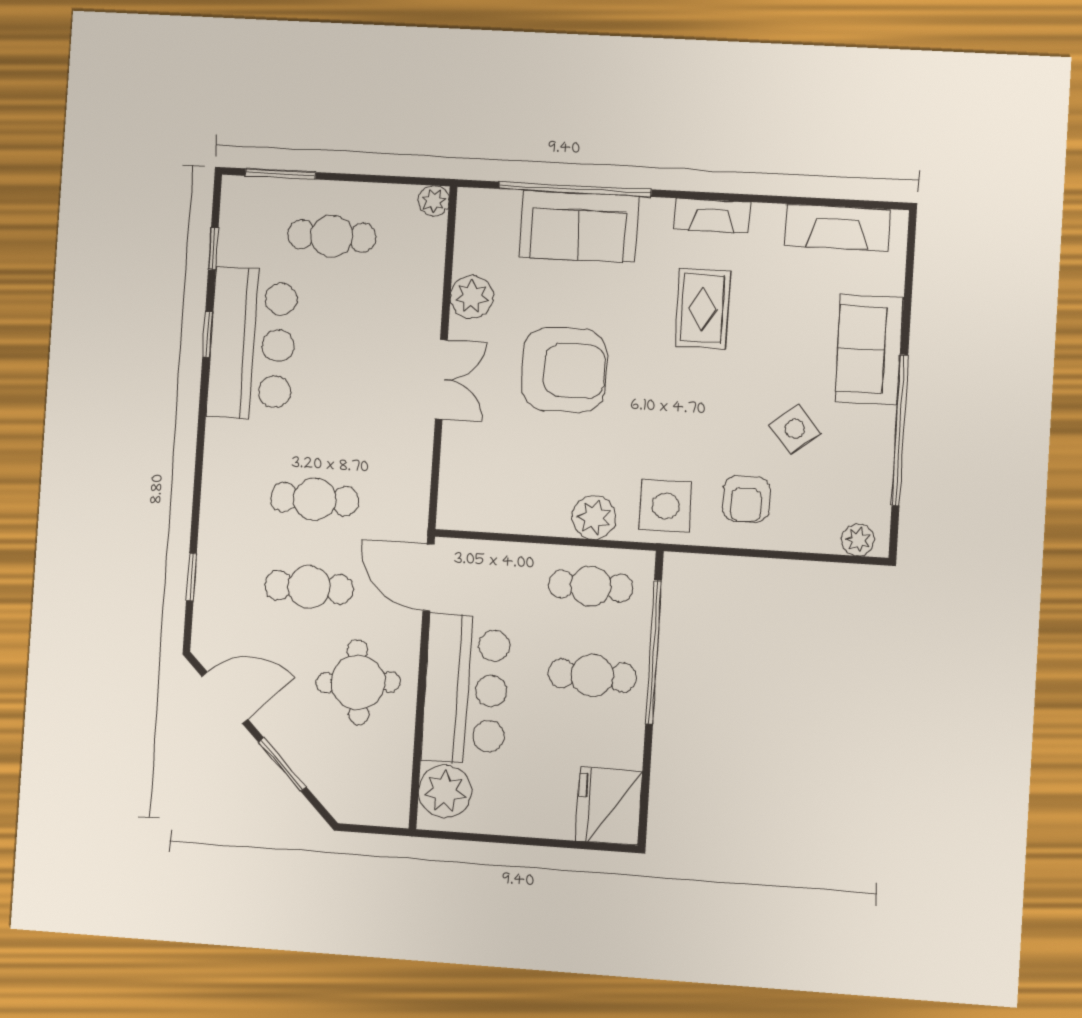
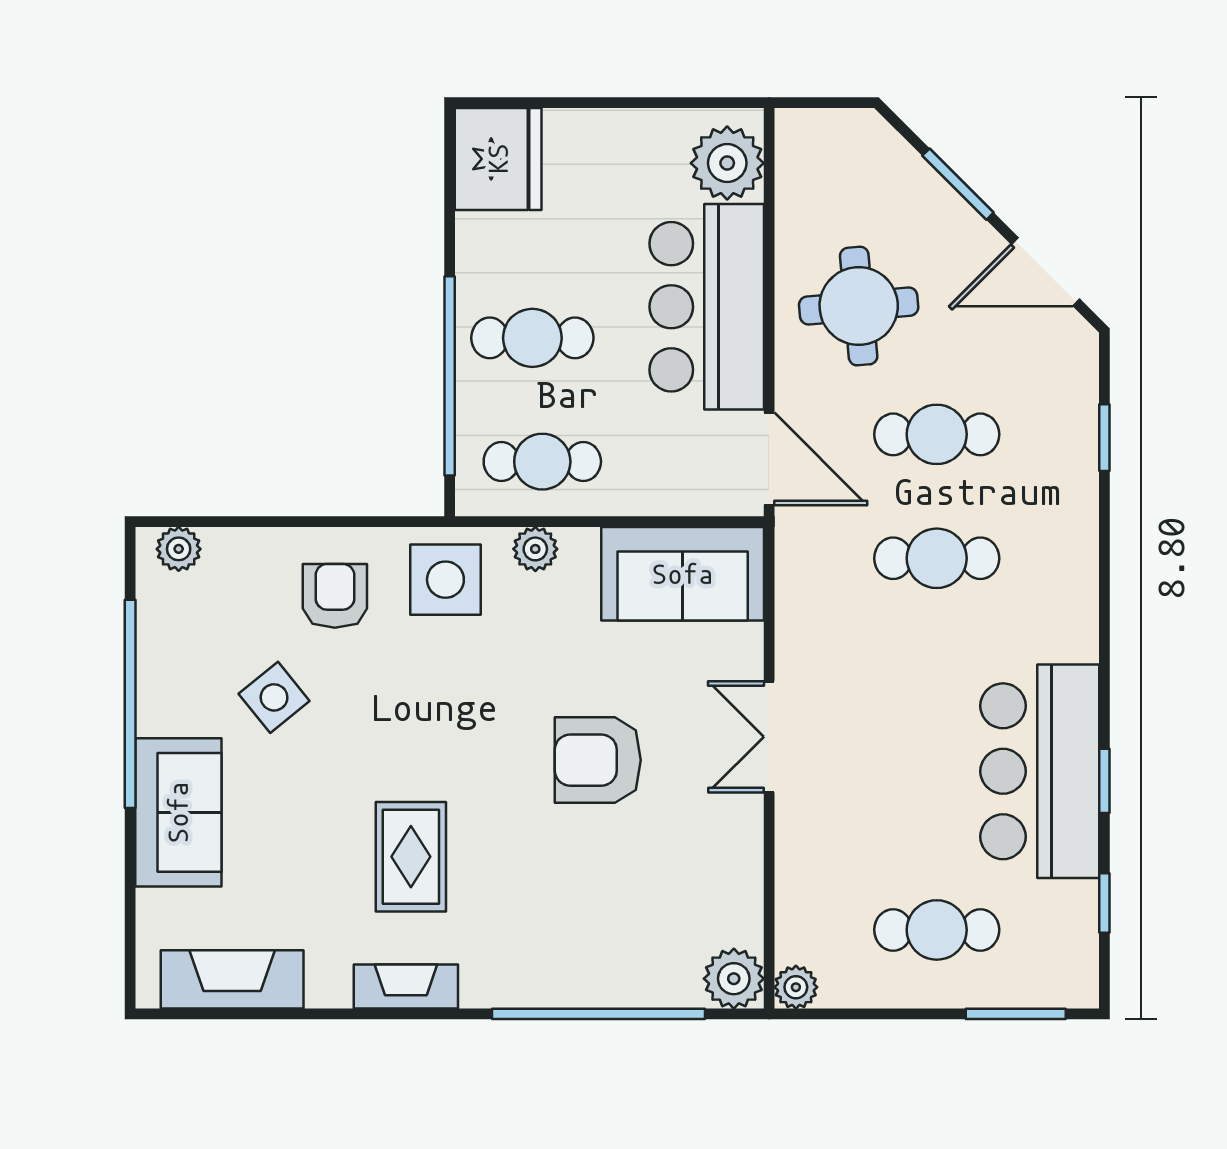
sofa: (579, 227) -> (683, 574), moved, turned 180
plant: (472, 297) -> (734, 979), moved
armchair: (564, 370) -> (598, 760), width x0.73, depth x0.73
plant: (594, 517) -> (535, 549), width x0.73, depth x0.73

